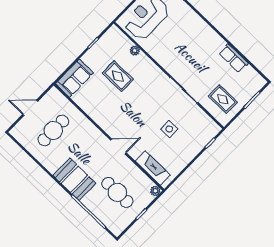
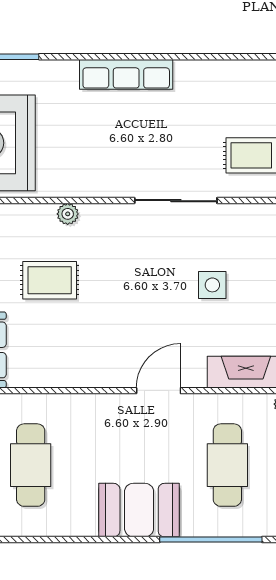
plant: (135, 51) -> (68, 214), moved
row of seats: (233, 58) -> (126, 74), moved, width x1.48
cafe table: (117, 192) -> (227, 465), turned 90

